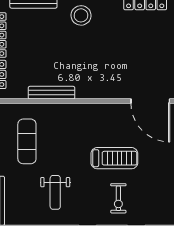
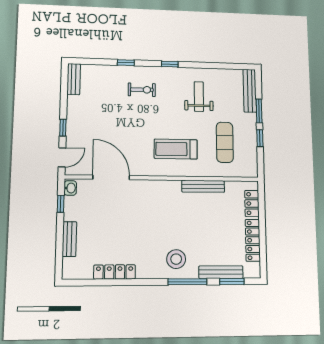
treadmill: (114, 158) -> (176, 149), moved
exercise bike: (118, 198) -> (142, 90), turned 90

